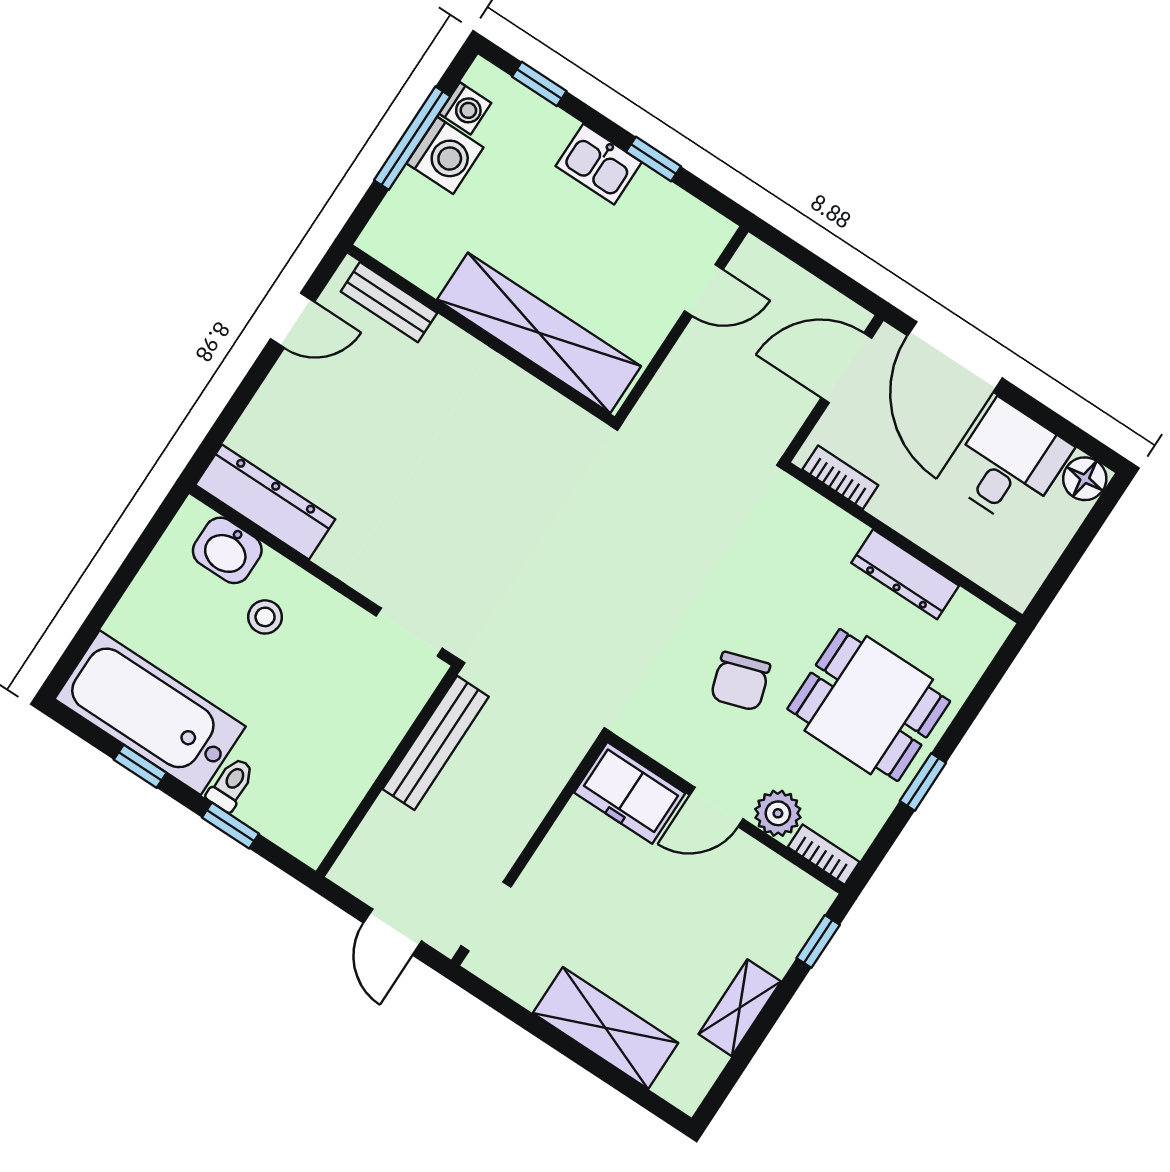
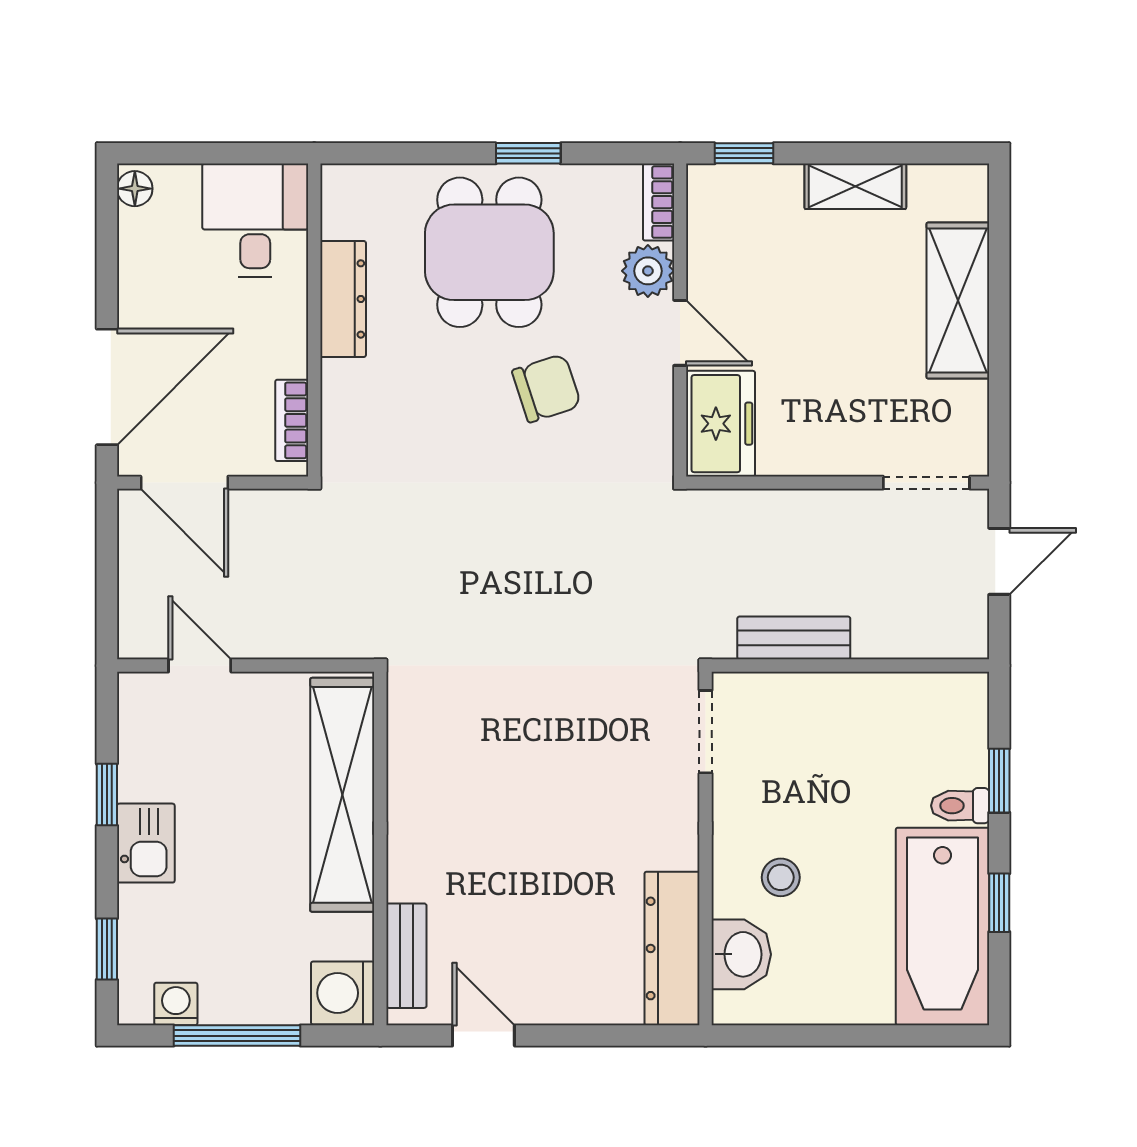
washing machine: (445, 155) -> (343, 993), moved, turned -90
desk: (1009, 463) -> (255, 220), moved, turned 90
floor lamp: (1085, 479) -> (135, 189), width x0.73, depth x0.73
bench: (436, 743) -> (794, 638), width x0.73

